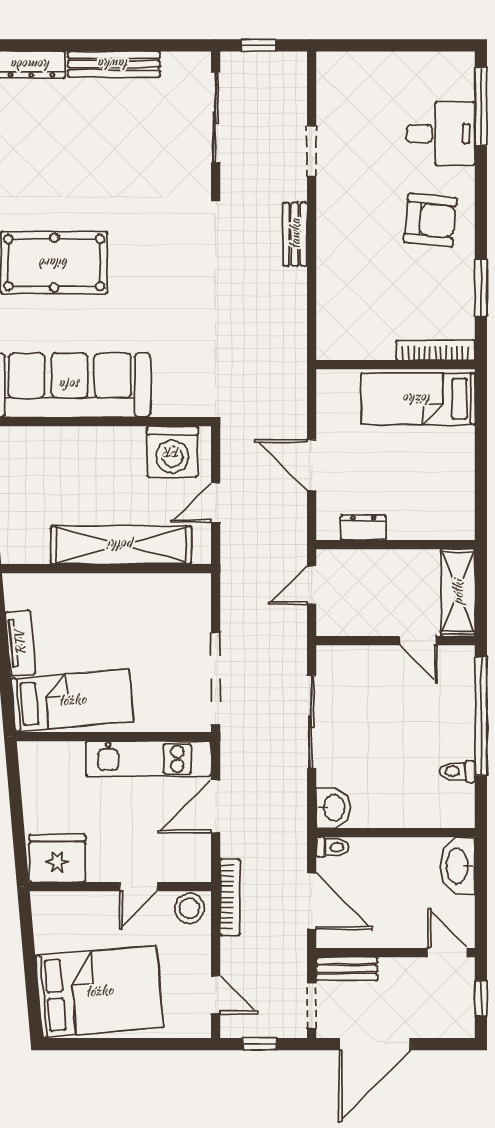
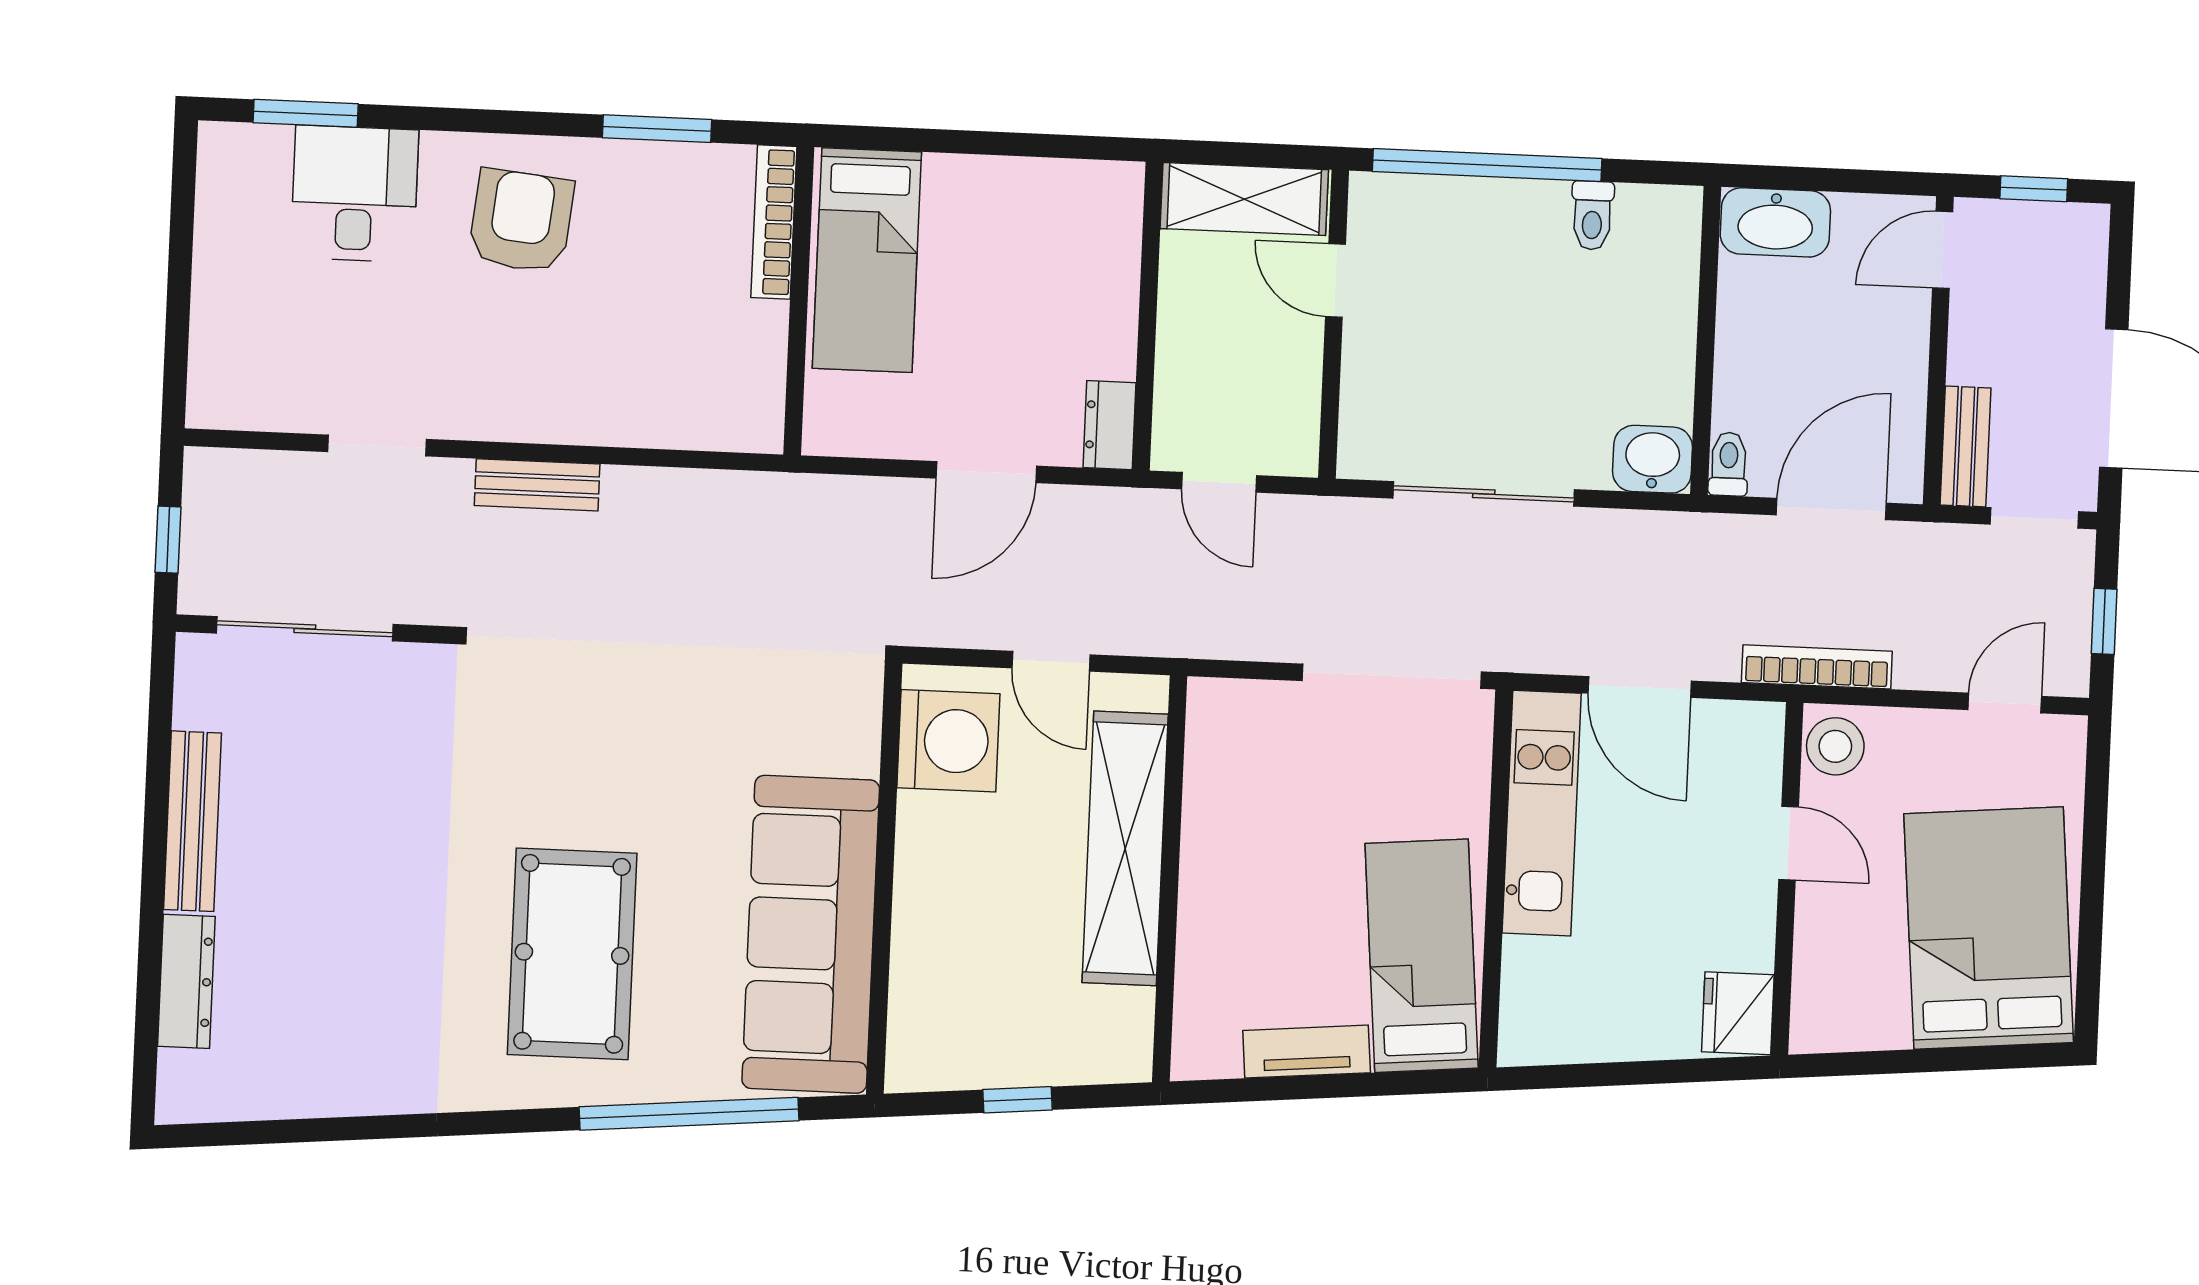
window: (481, 106) -> (306, 113), width x0.69
dresser: (363, 528) -> (1110, 425), moved
door: (418, 641) -> (1336, 280), swing flipped
fridge: (57, 858) -> (1738, 1013), width x0.73, depth x0.75

